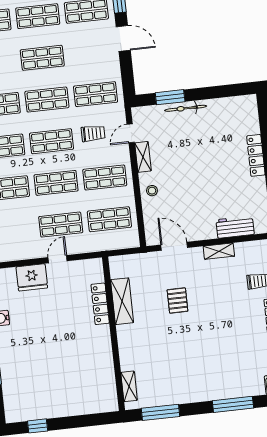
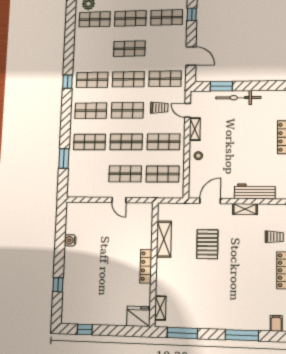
door: (123, 38) -> (191, 56), moved
bicycle: (186, 108) -> (238, 98), width x1.37, depth x1.40
door: (131, 133) -> (188, 110), hinge flipped
workbench: (235, 227) -> (255, 191), width x1.38
door: (174, 246) -> (210, 201), hinge flipped
door: (58, 259) -> (119, 200), swing flipped
fridge: (32, 277) -> (138, 316), moved, turned 180
pallet: (177, 300) -> (207, 244), width x1.50, depth x1.42
locker: (100, 304) -> (146, 266), moved

